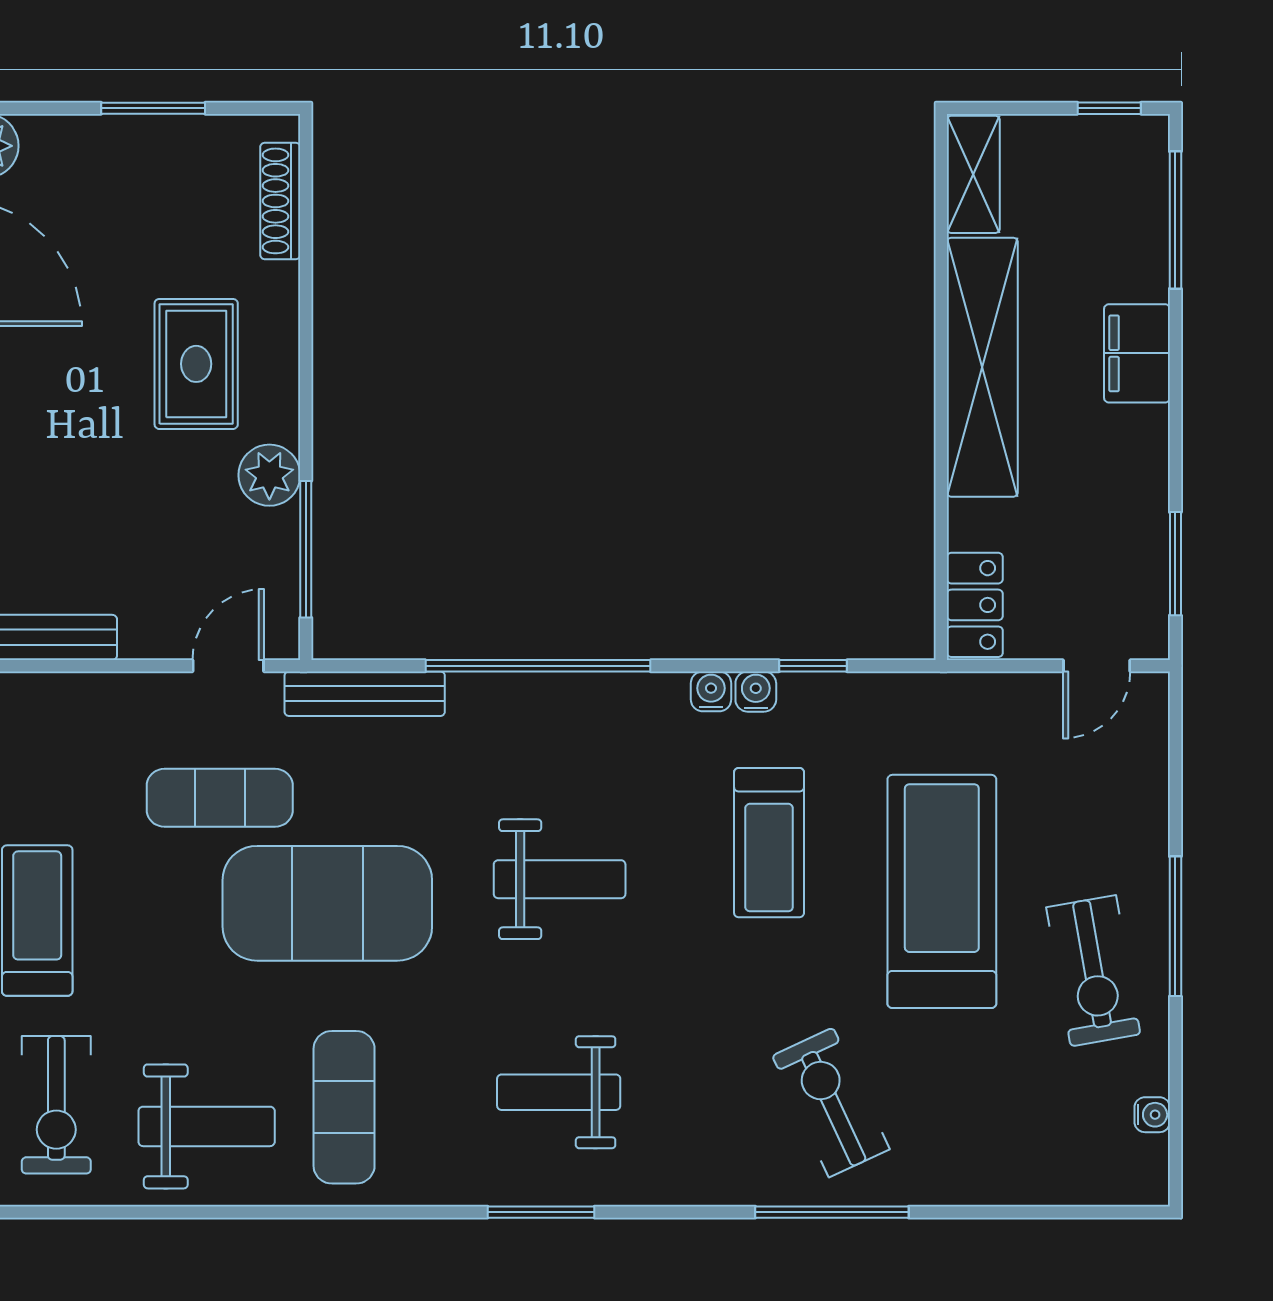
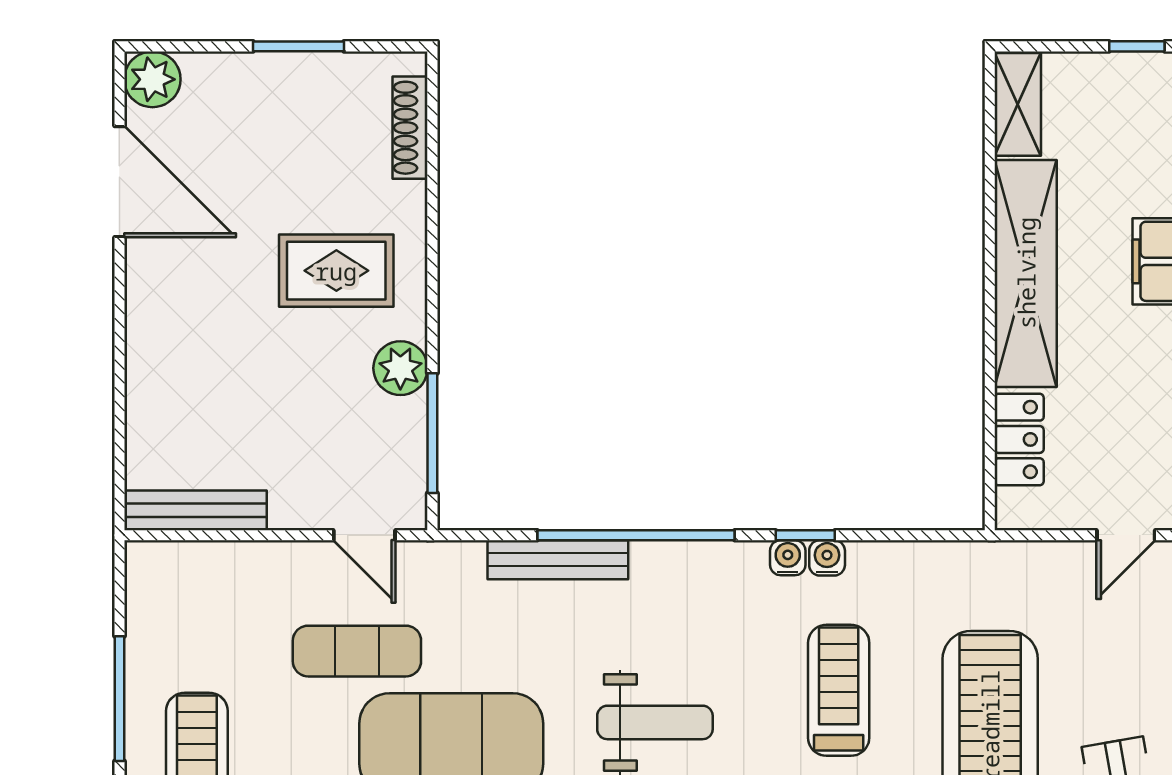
rug: (196, 364) -> (336, 271), turned 90
locker: (975, 605) -> (1019, 439), moved
door: (228, 666) -> (364, 535), swing flipped
window: (813, 666) -> (805, 535), moved
bench: (365, 694) -> (558, 560), moved
treadmill: (769, 843) -> (839, 690), turned 180

